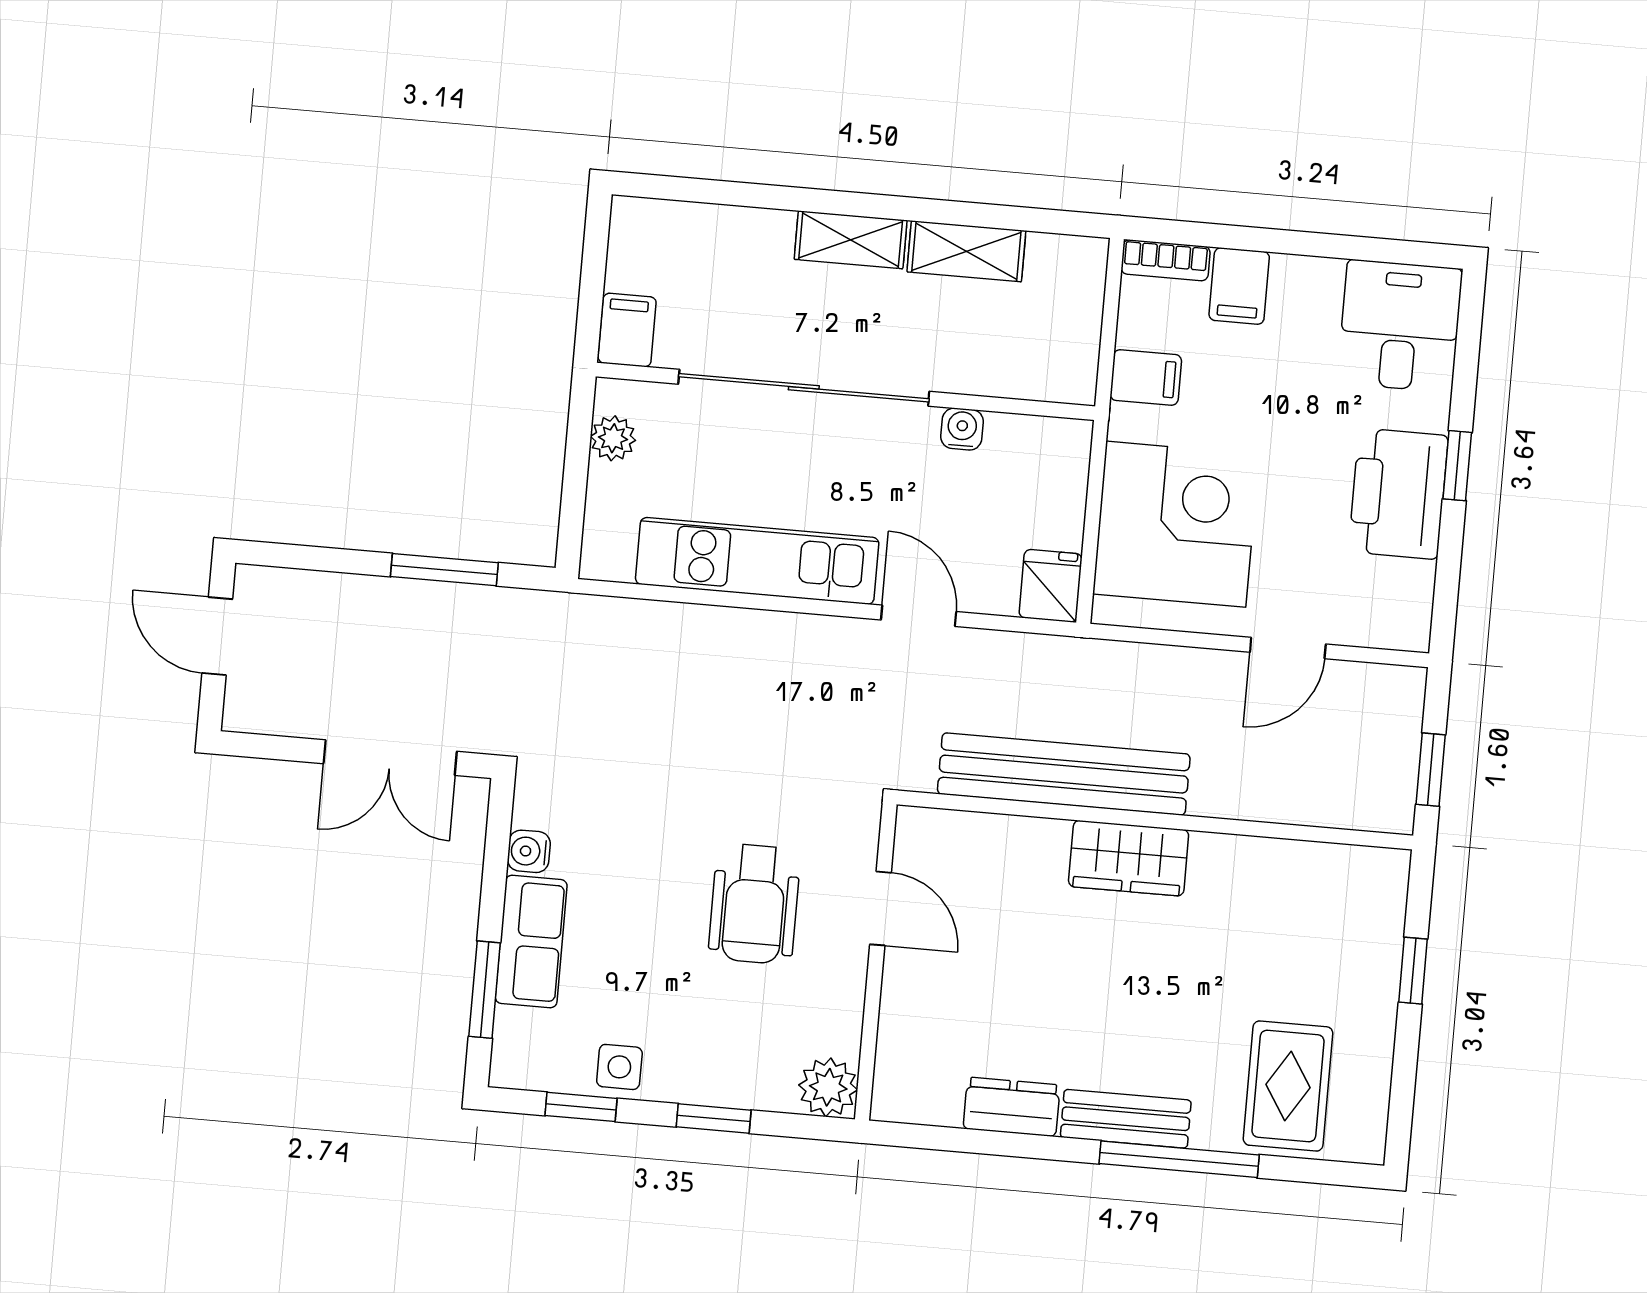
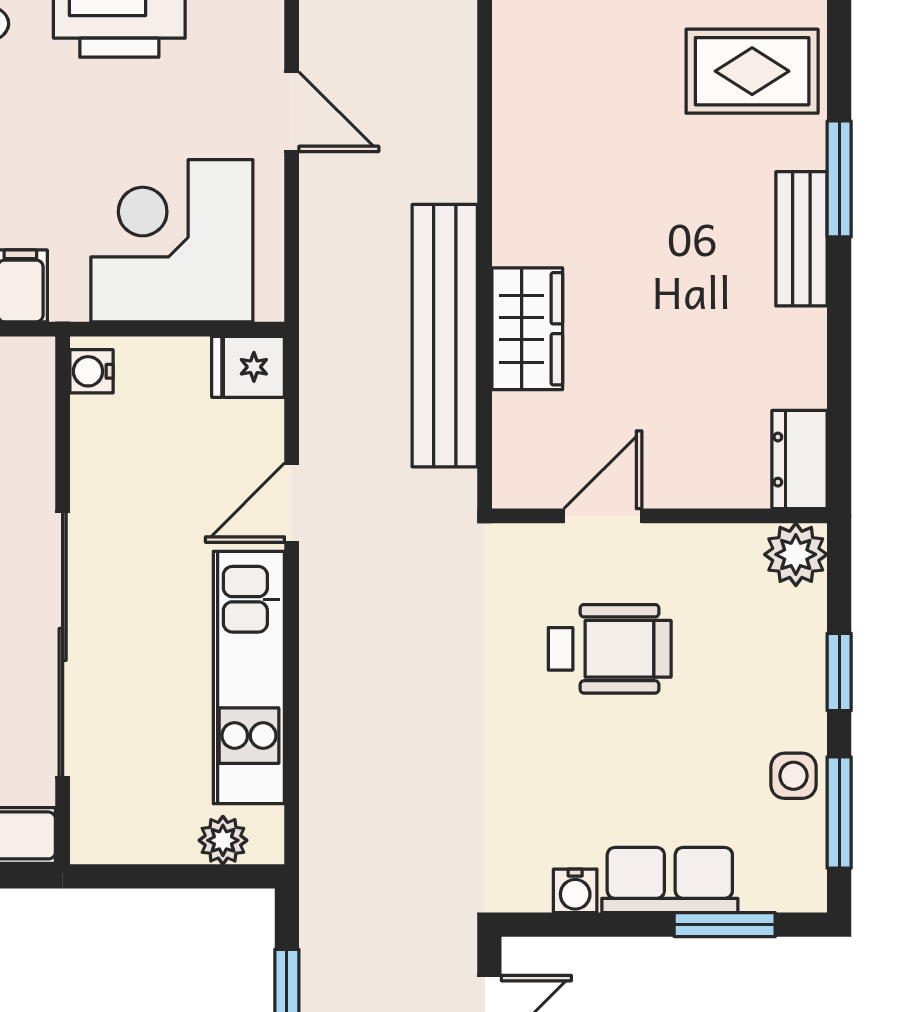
water cooler: (962, 429) -> (91, 371), moved
plant: (613, 438) -> (223, 840), moved
wardrobe: (1129, 858) -> (527, 329), moved
window: (581, 1107) -> (839, 812), width x1.50
dresser: (1012, 1107) -> (799, 460), moved
window: (1179, 1159) -> (839, 179), width x0.69

